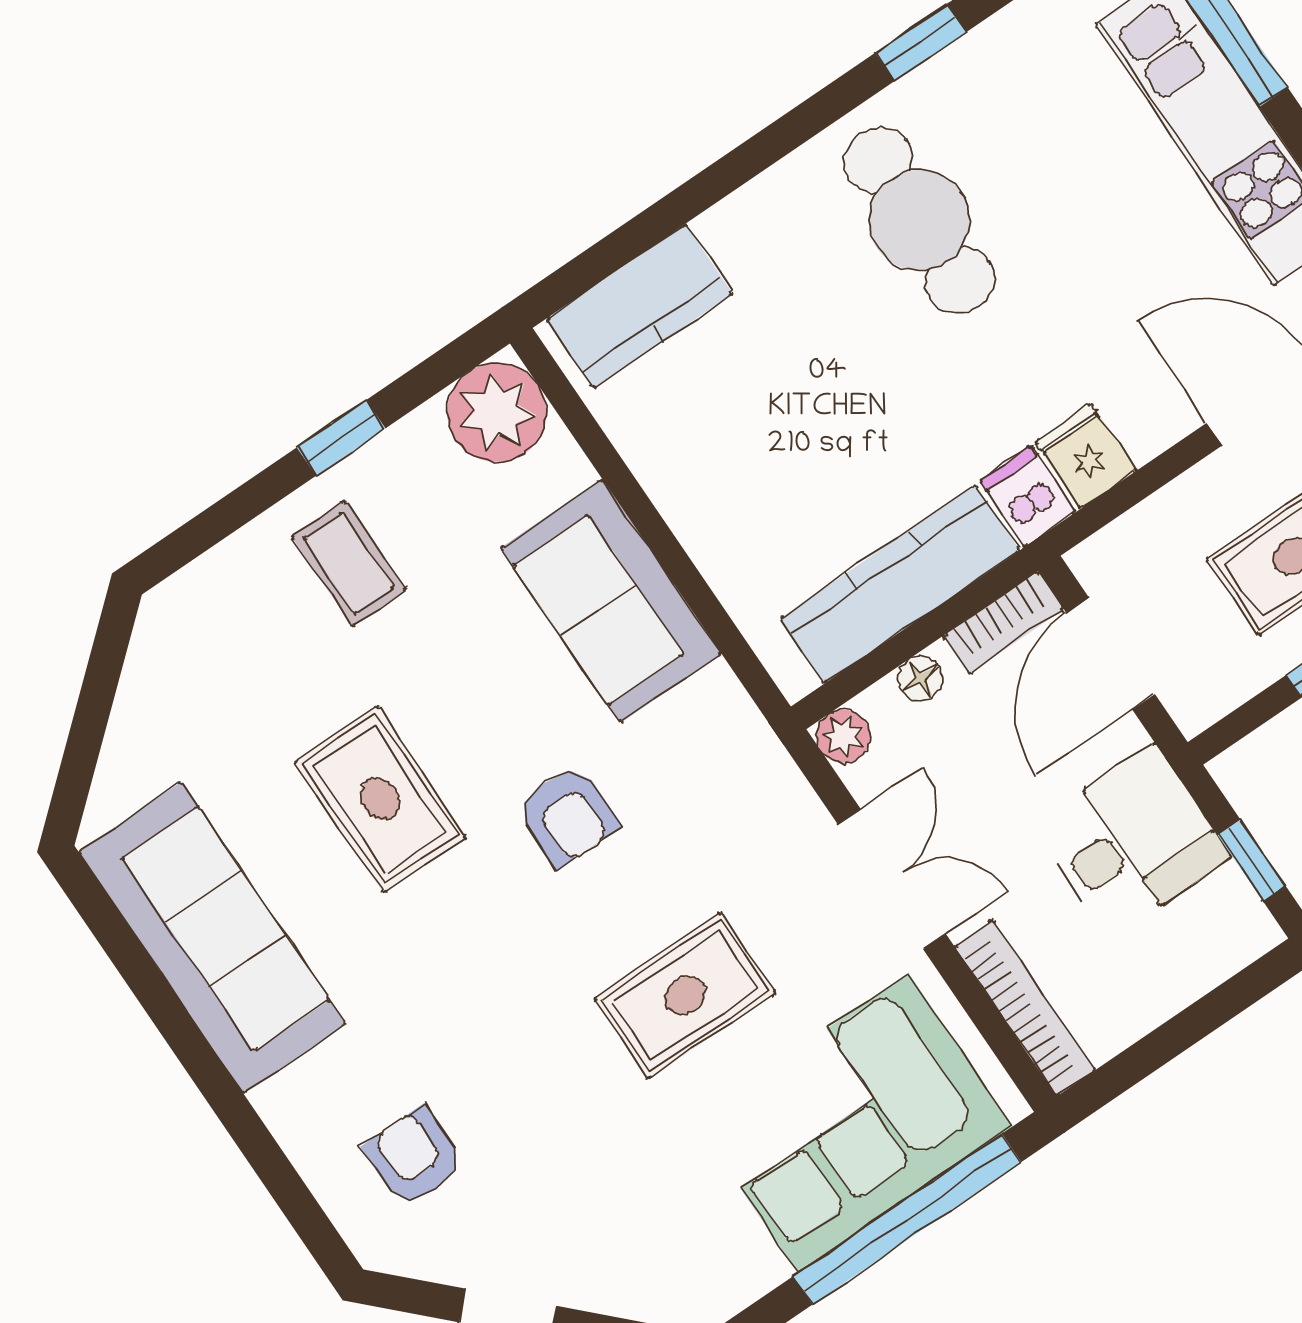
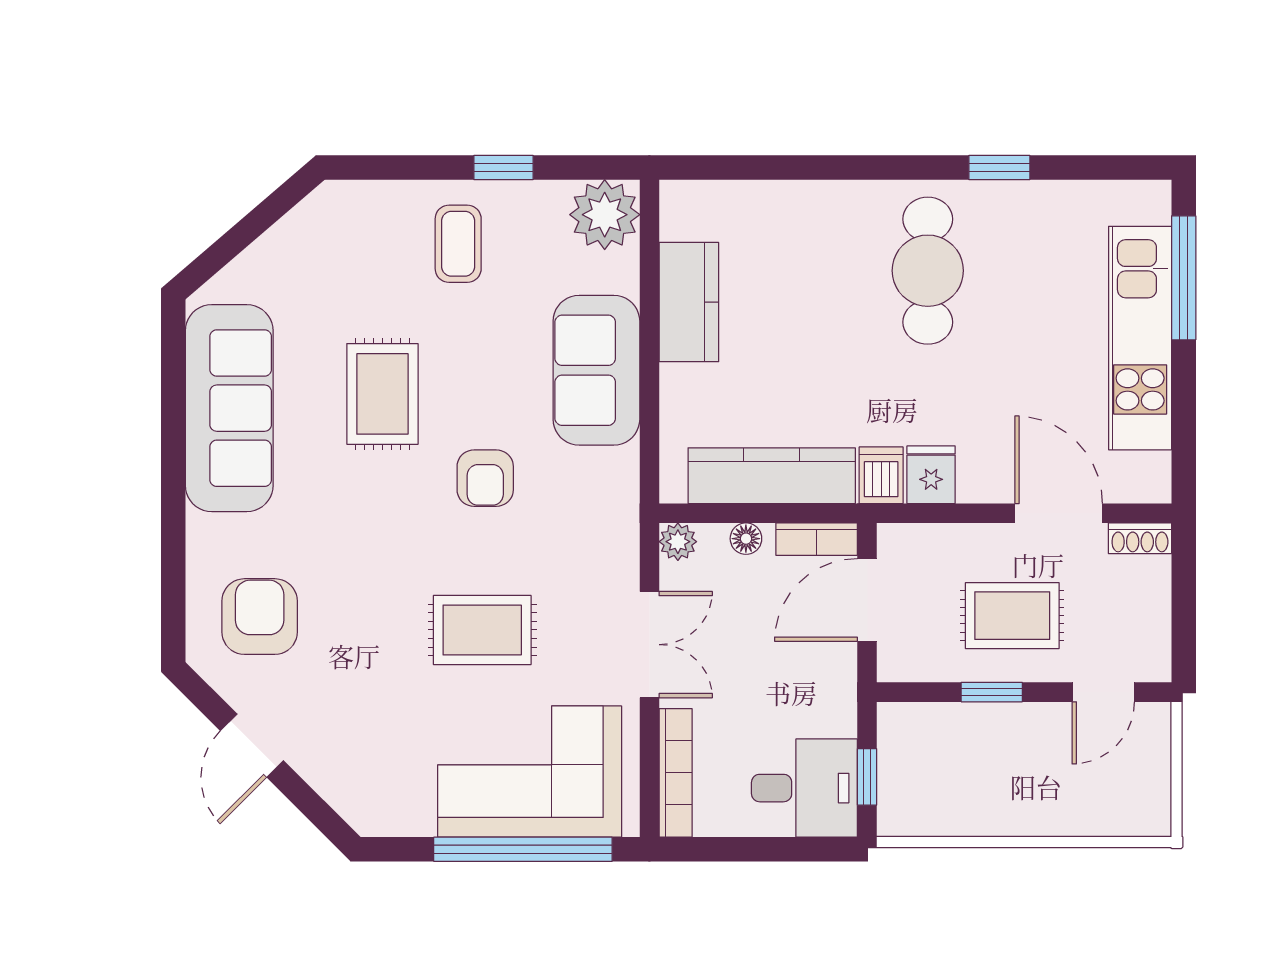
kitchen counter: (639, 306) -> (689, 302), moved, turned -90
desk: (1131, 841) -> (804, 788), moved
armchair: (414, 1157) -> (260, 617), width x1.38, depth x1.38

